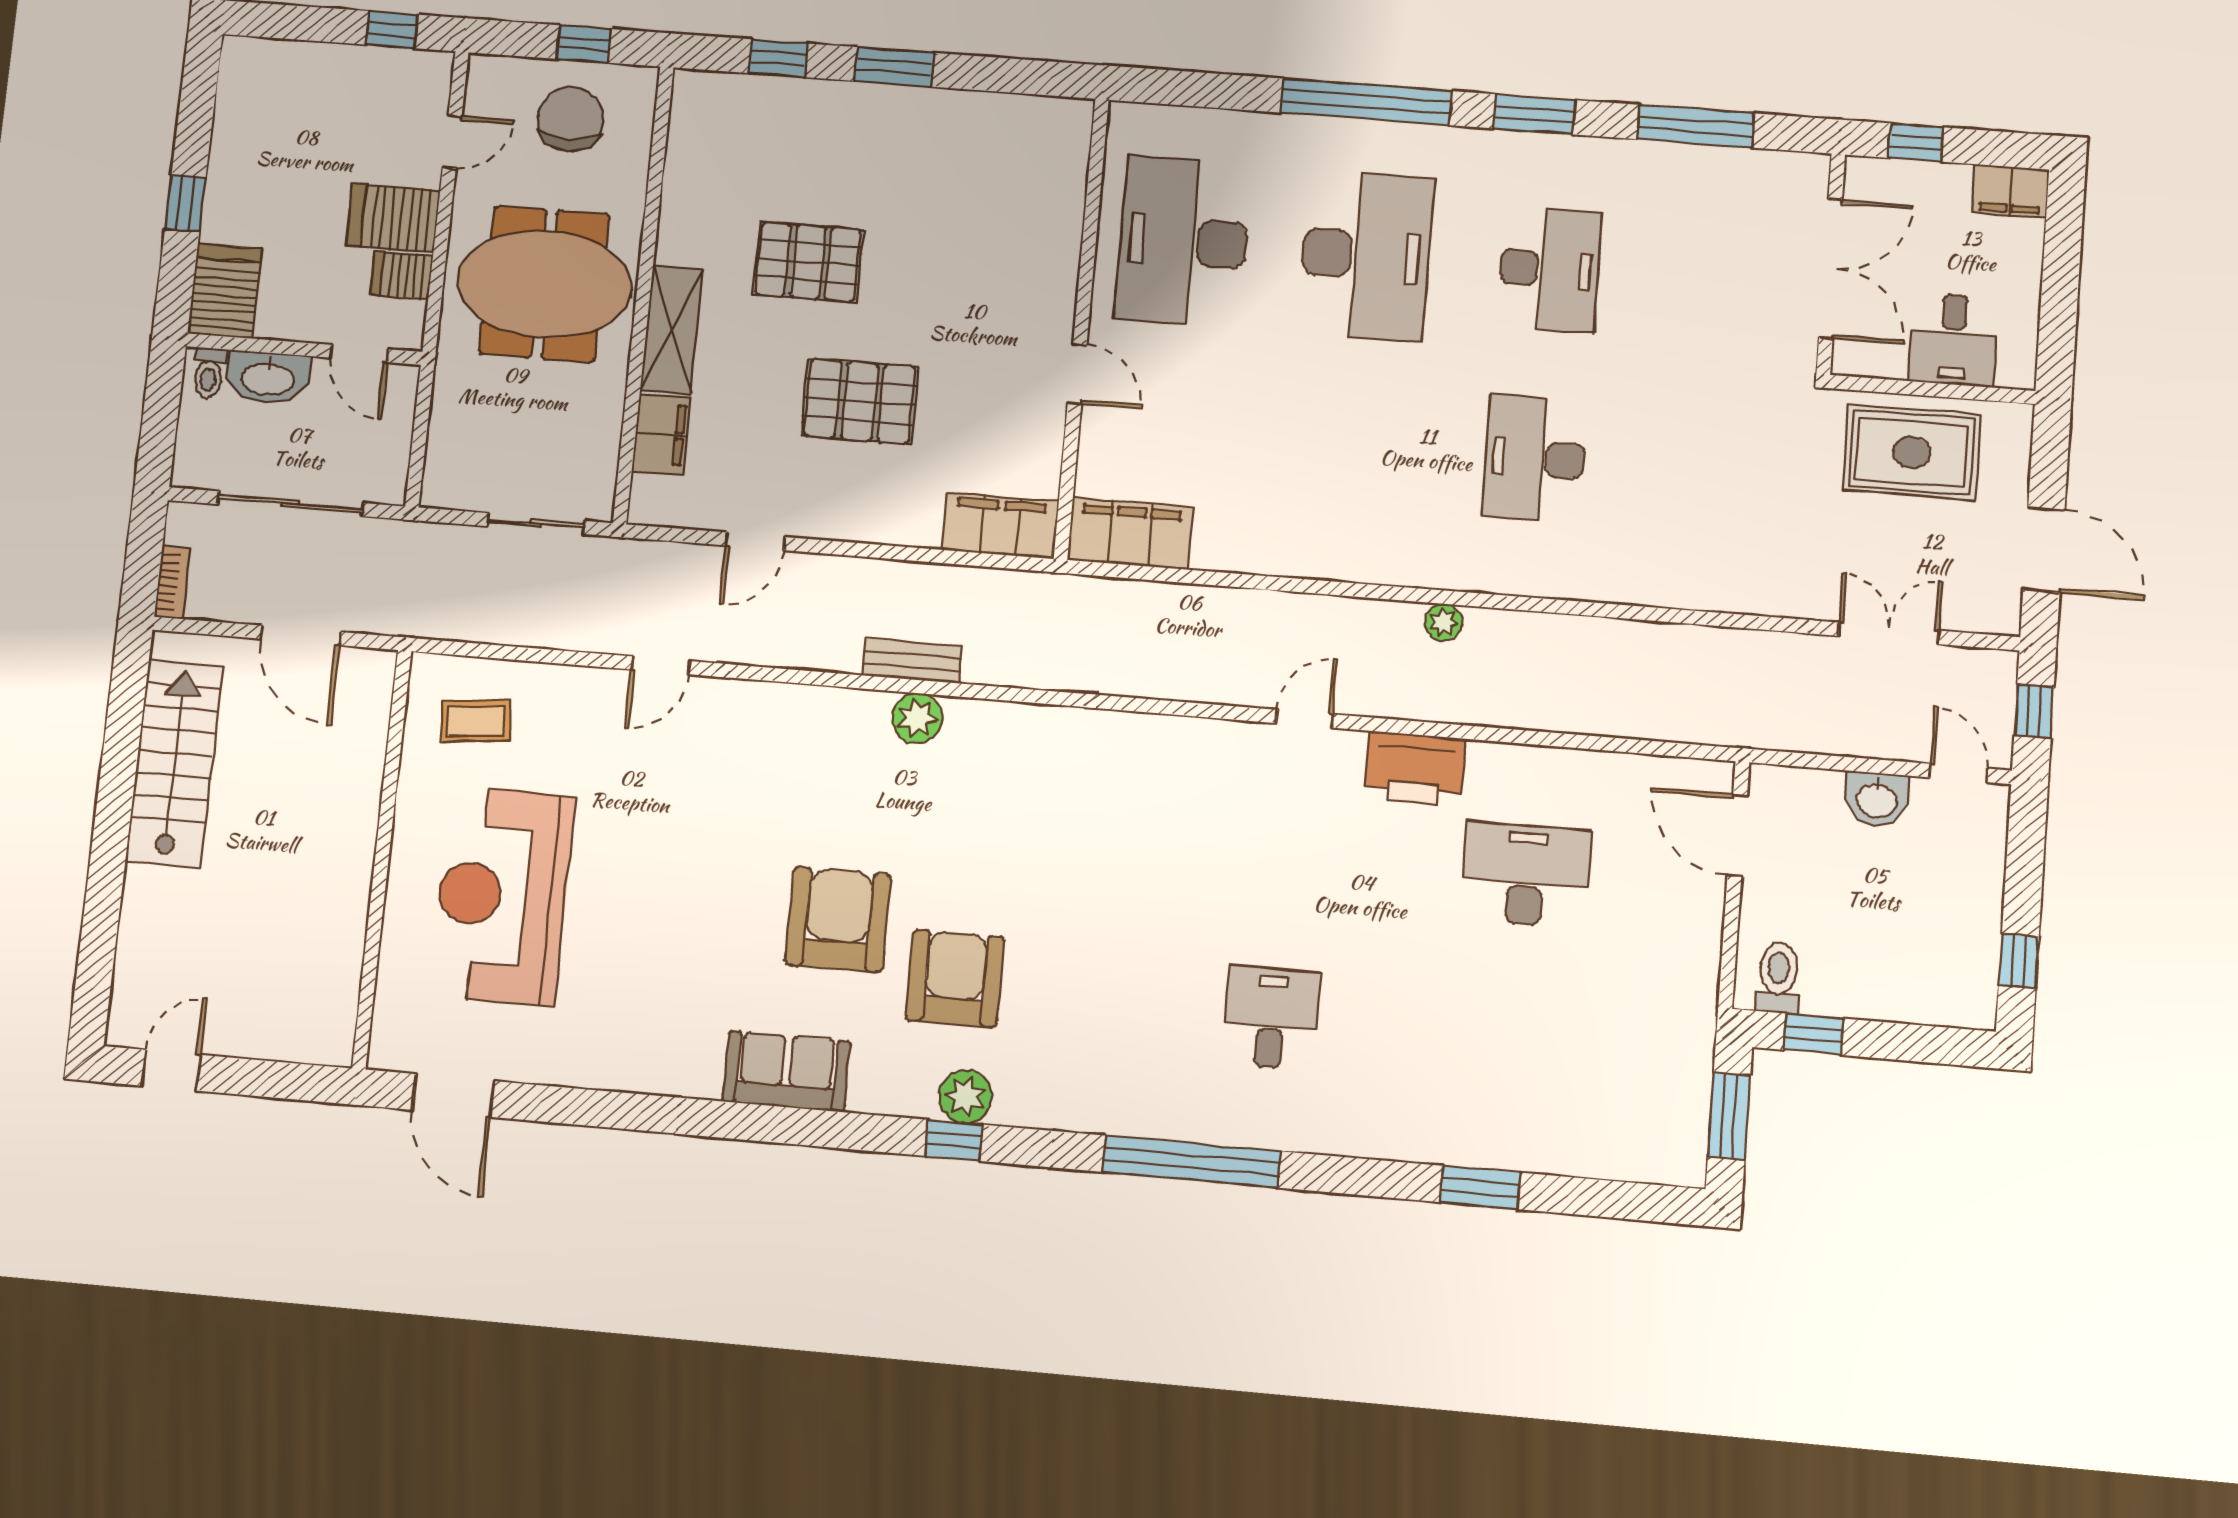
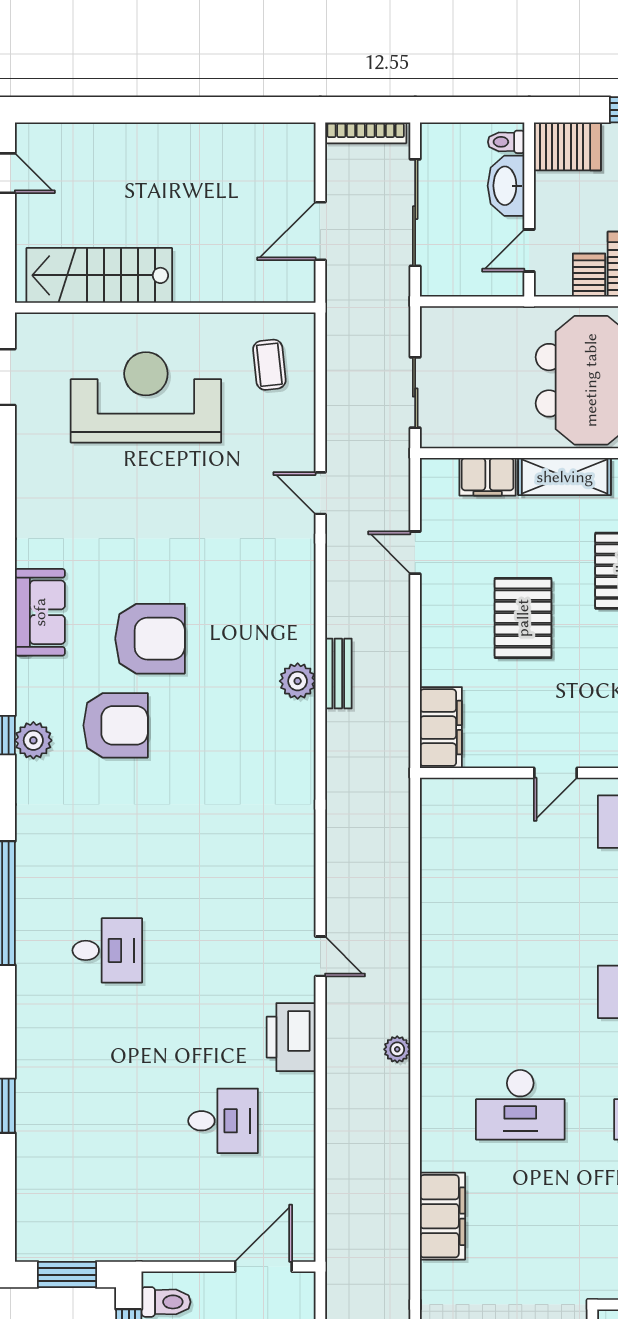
desk: (1535, 458) -> (520, 1105), turned 180
filing cabinet: (1130, 534) -> (443, 1216), moved
bookcase: (172, 582) -> (366, 133), width x1.56
stairs: (174, 764) -> (99, 275), moved, turned 180
desk: (1526, 875) -> (223, 1121), width x0.73

